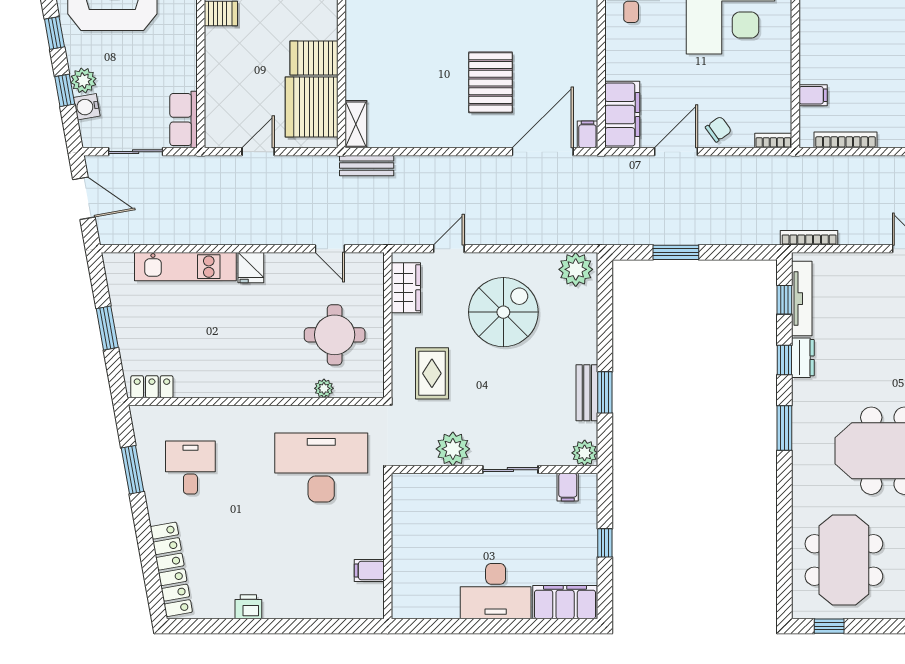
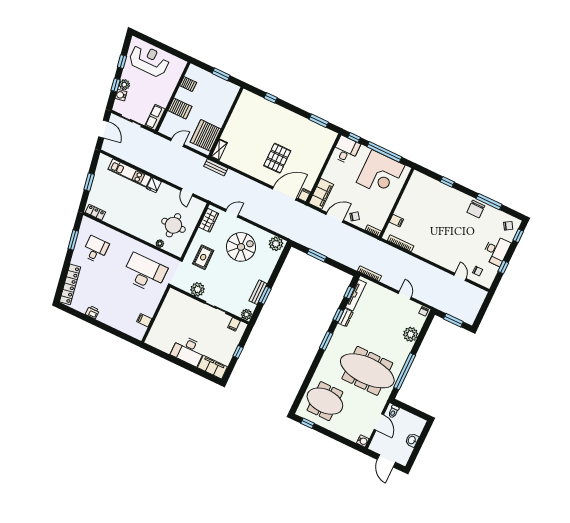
server rack: (314, 58) -> (180, 108), moved, turned 180
meeting table: (844, 560) -> (325, 401), turned 90

